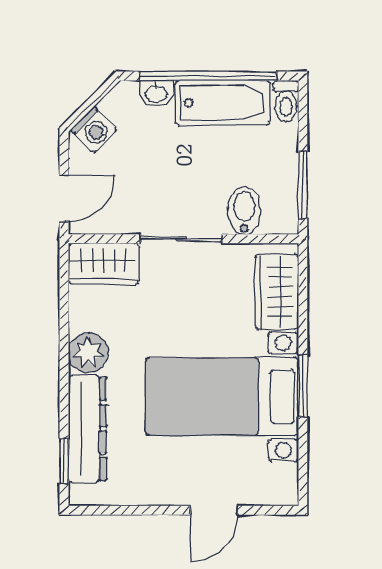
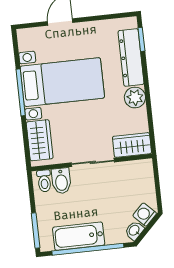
washbasin: (156, 93) -> (134, 230), moved, turned -45
toilet: (286, 101) -> (44, 181), moved, turned 180
window: (303, 185) -> (36, 231), moved
door: (64, 198) -> (156, 177), removed
window: (303, 386) -> (21, 92), width x1.44

